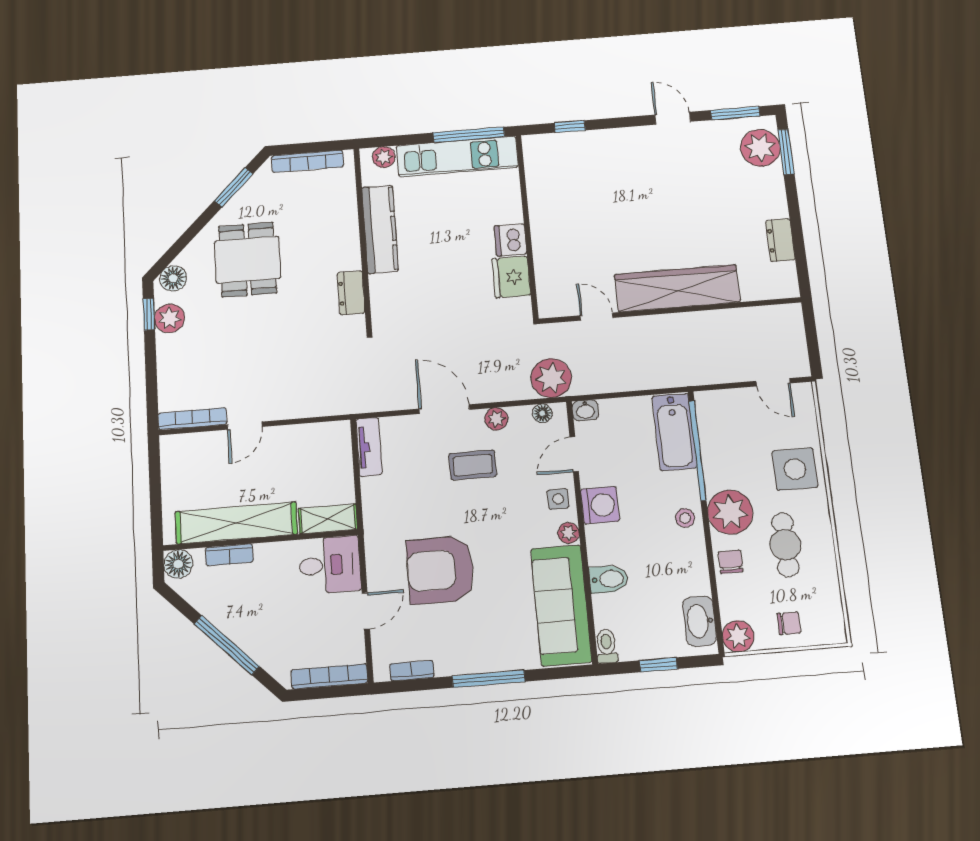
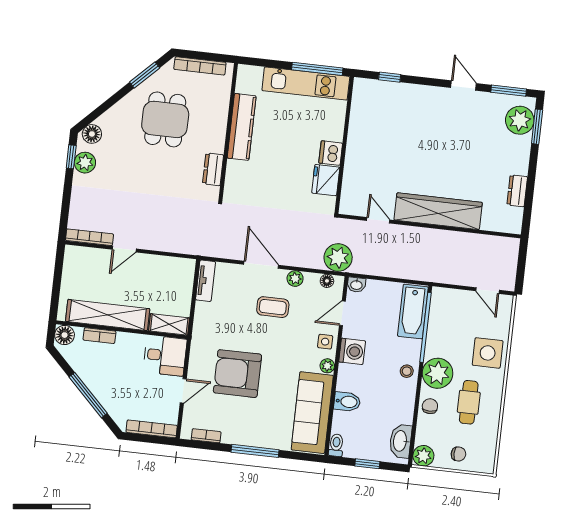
plant: (384, 157) -> (254, 74), removed
dining table: (248, 260) -> (165, 119), moved

